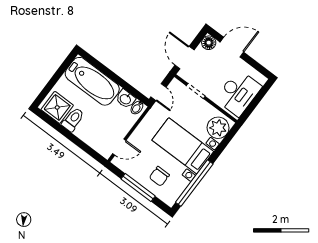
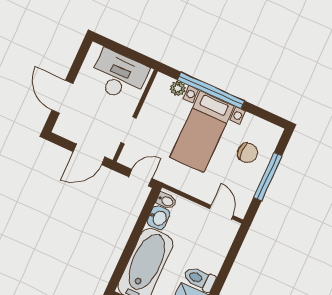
floor lamp: (209, 43) -> (63, 128), removed
plant: (218, 128) -> (178, 88), width x0.53, depth x0.53
window: (194, 183) -> (211, 90), moved

